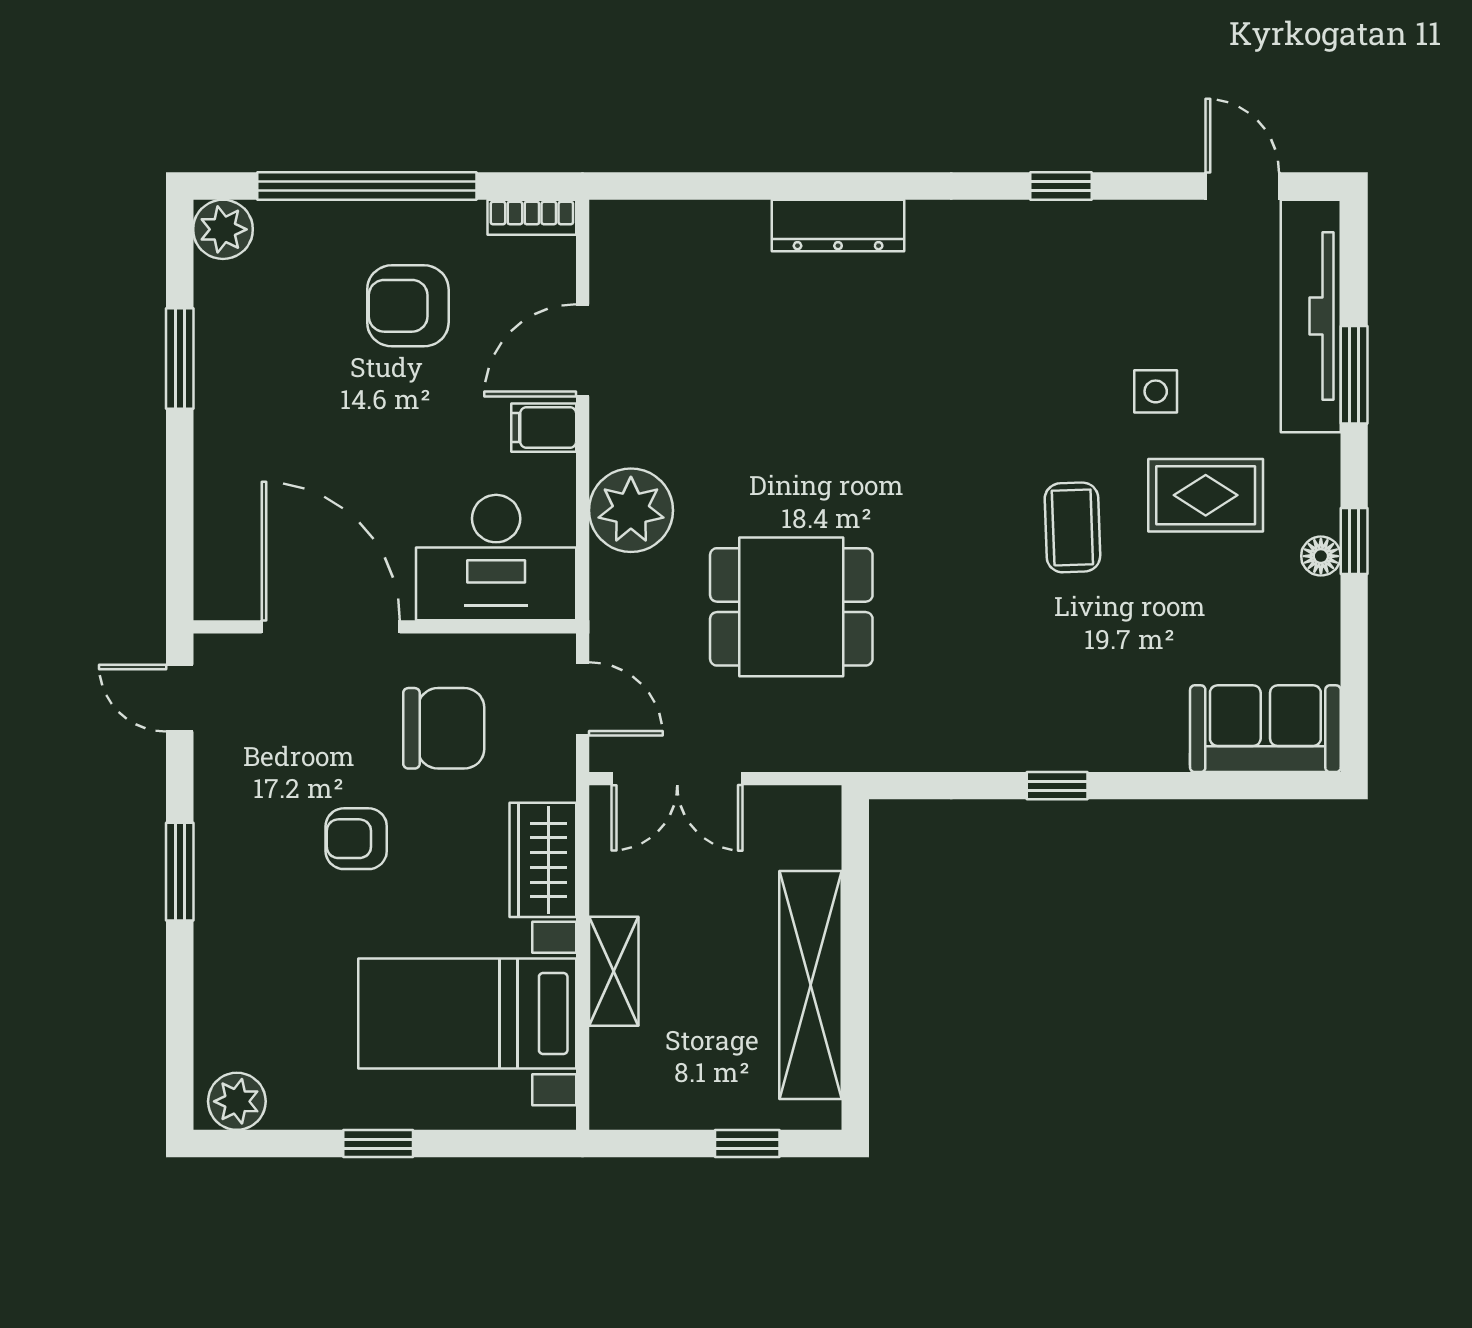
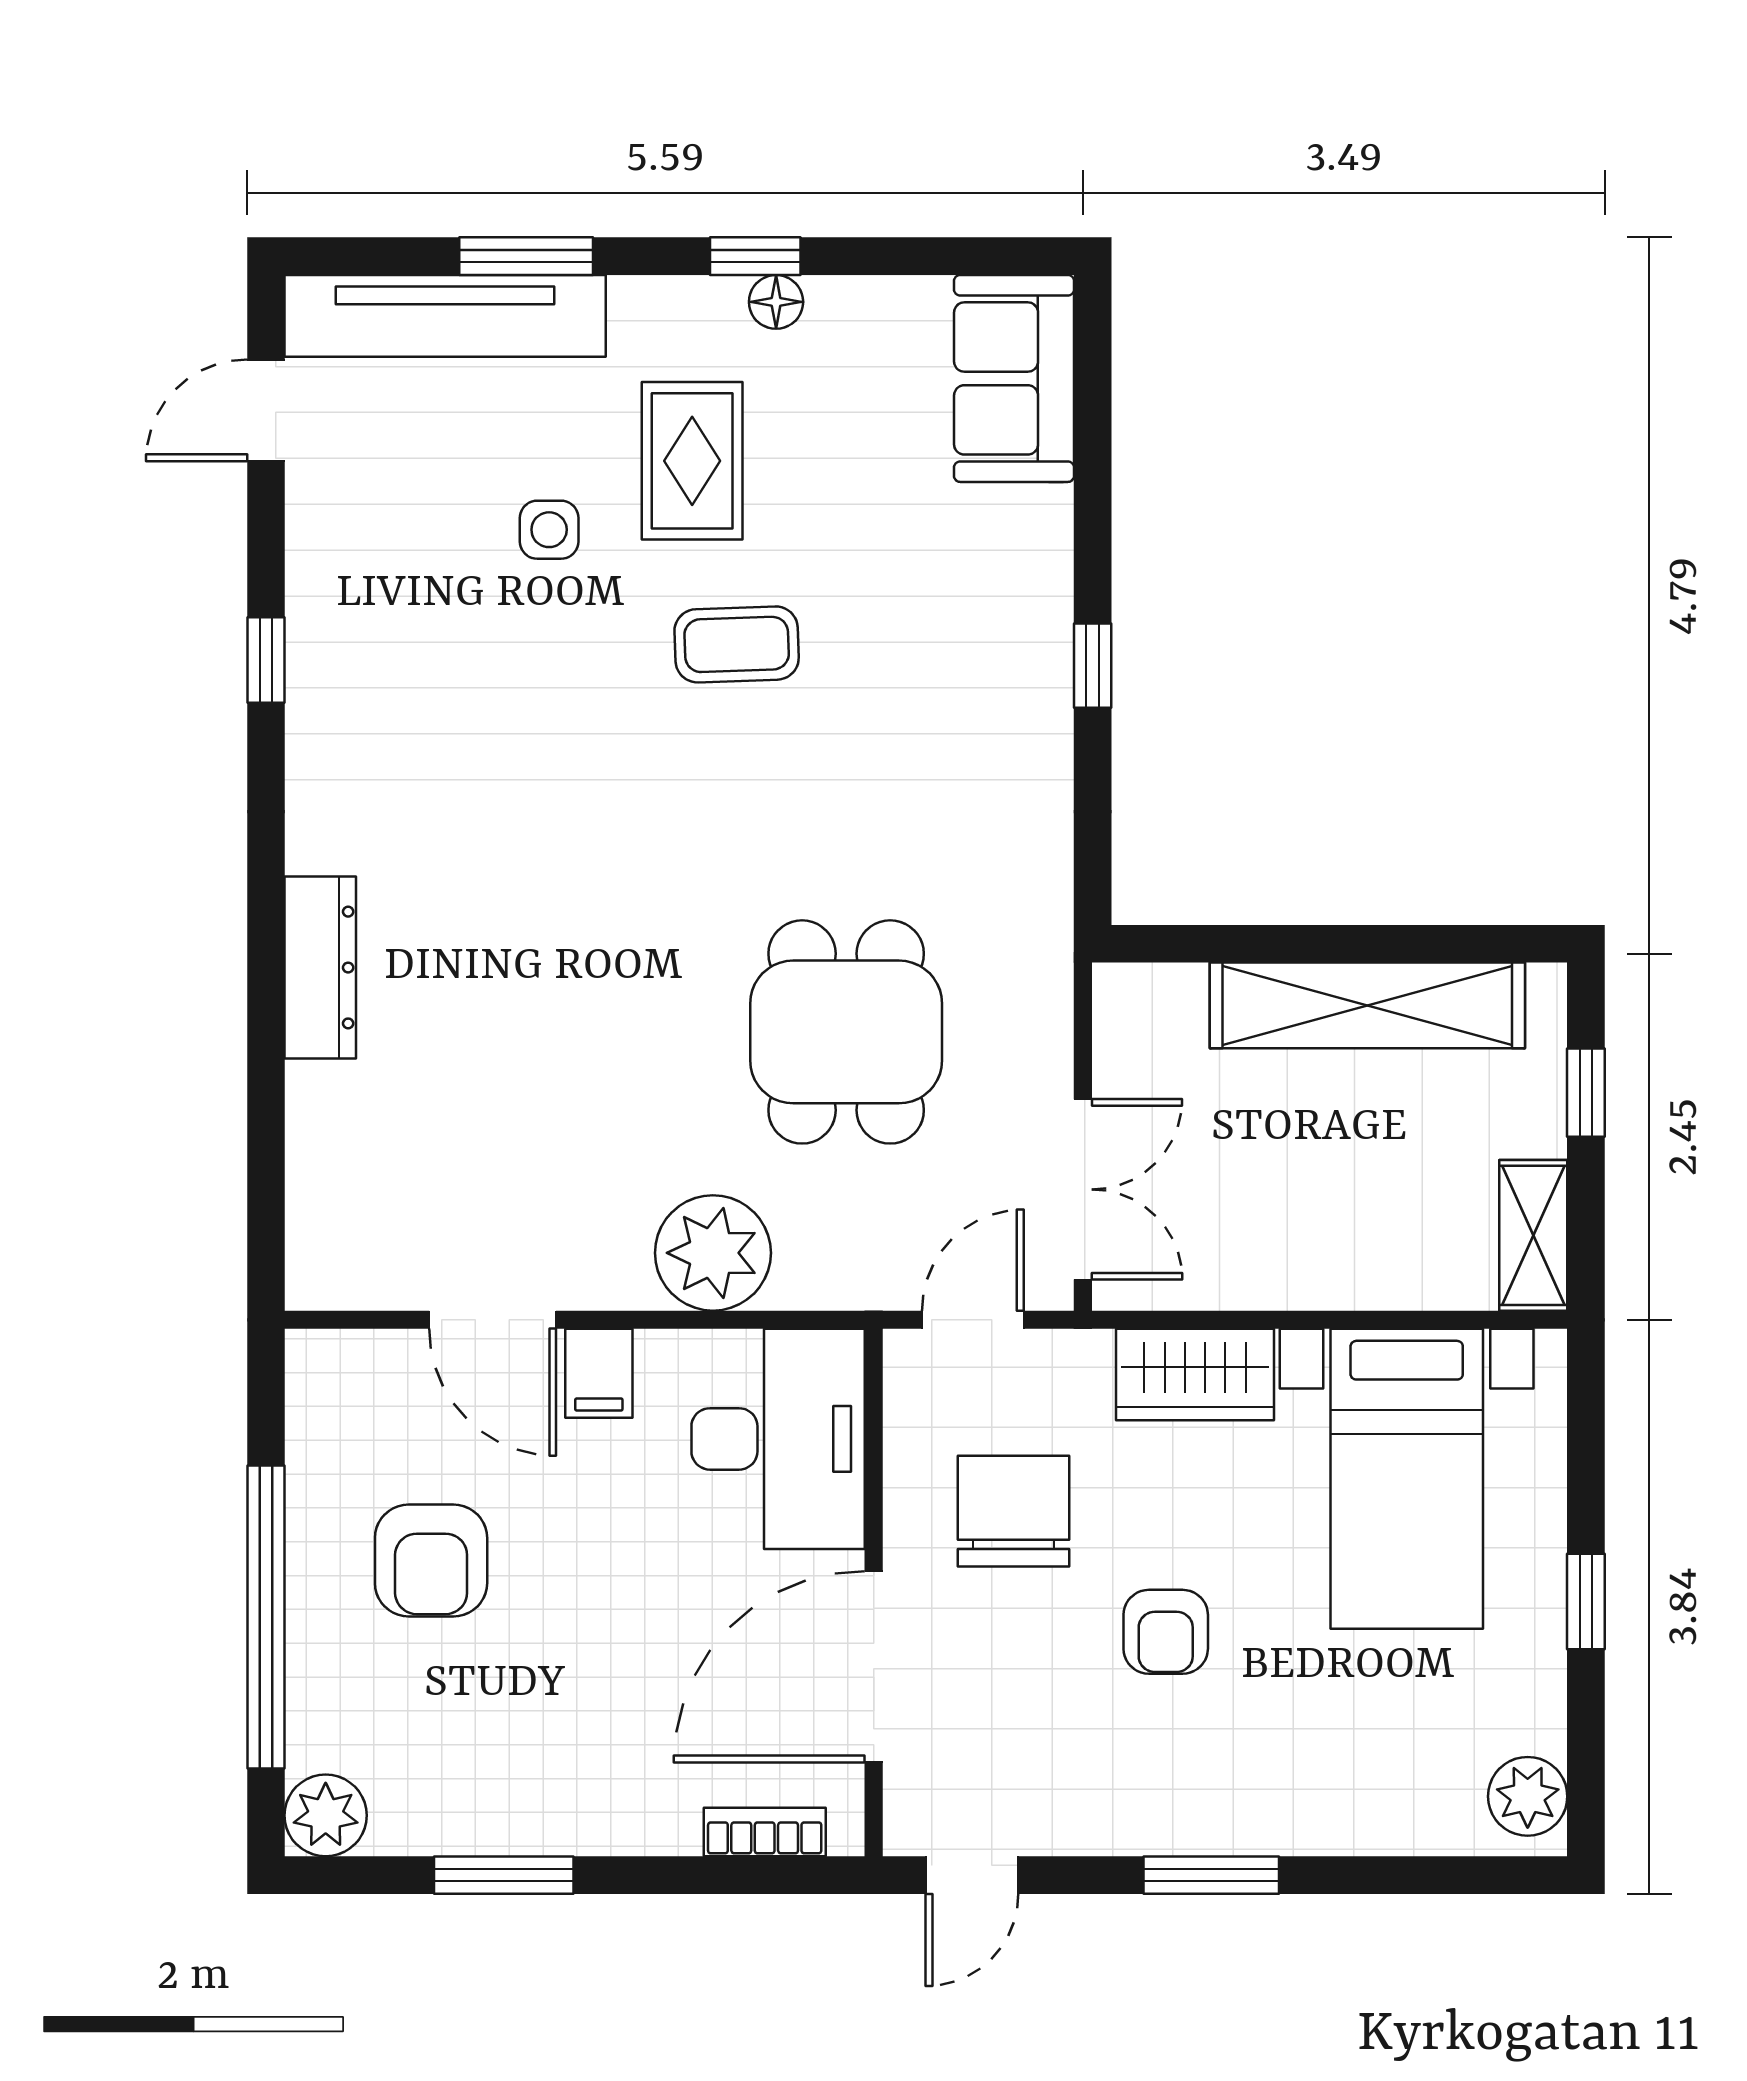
bookcase: (532, 217) -> (765, 1832), moved, turned -90
shelving: (614, 971) -> (1533, 1235), moved, turned 90

